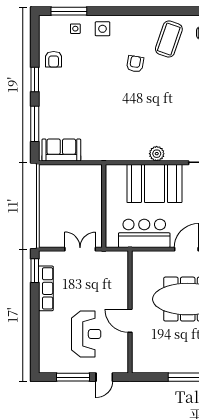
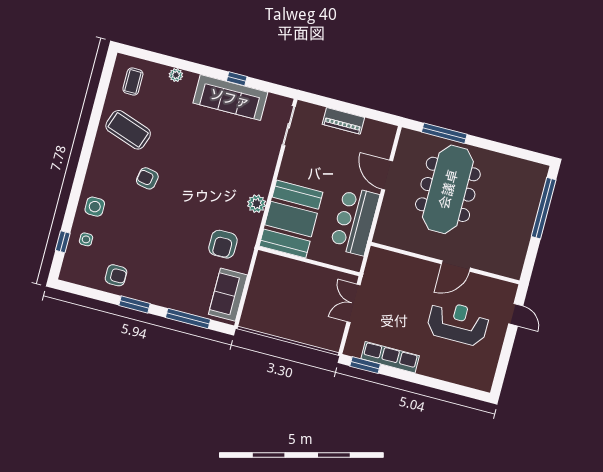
window: (69, 11) -> (63, 242), width x0.46
armchair: (99, 136) -> (223, 244), added
plant: (157, 154) -> (257, 204), moved
booth: (154, 184) -> (291, 219), moved
window: (73, 377) -> (506, 353), removed

